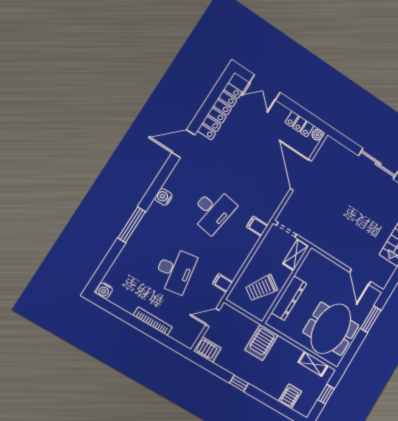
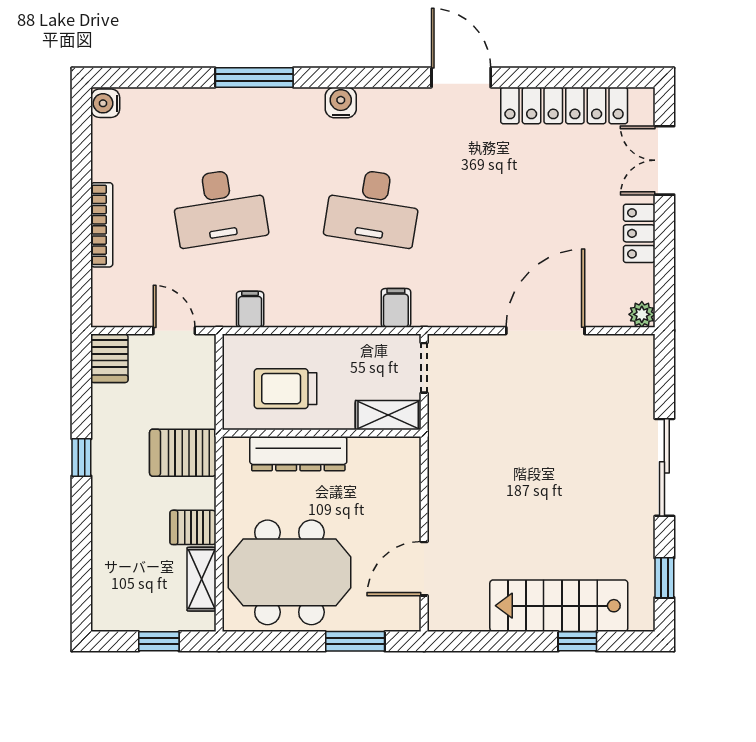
locker: (299, 124) -> (639, 233), moved
trolley: (262, 288) -> (285, 389), turned -34
server rack: (290, 396) -> (193, 527), moved, turned 180

